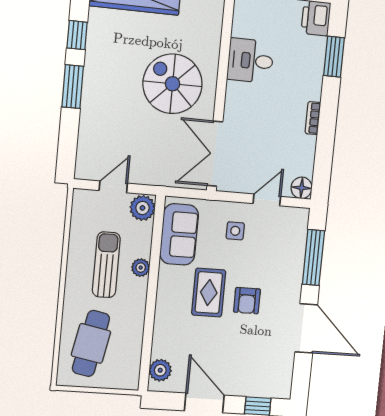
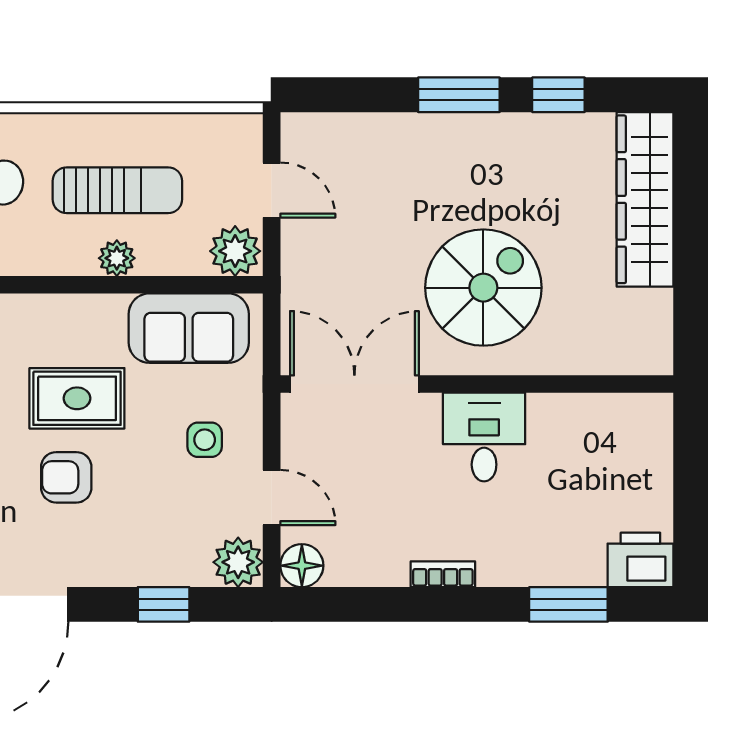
desk: (250, 61) -> (484, 437), moved
plant: (297, 219) -> (238, 562), added
window: (313, 258) -> (164, 604), width x0.46

